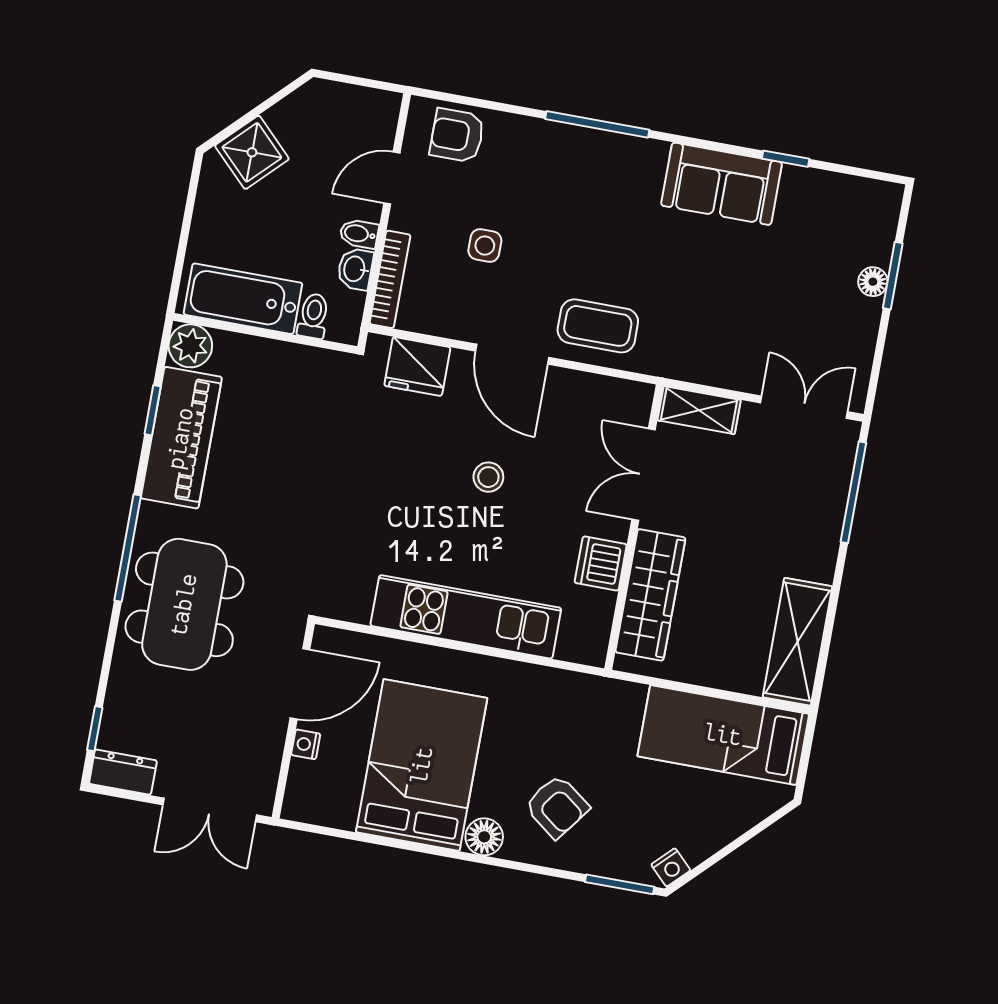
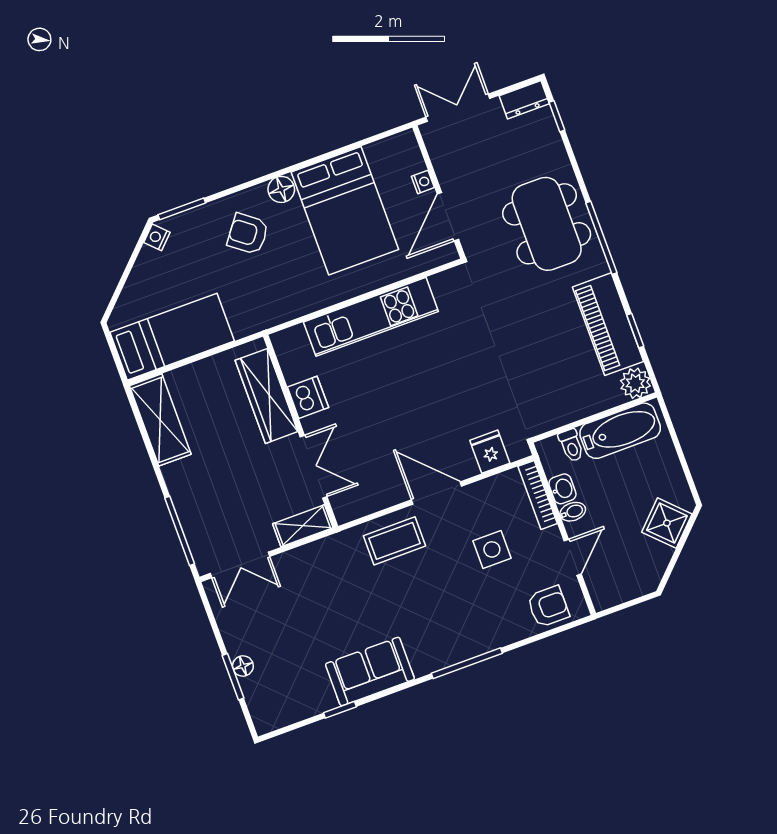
side table: (485, 246) -> (492, 549), width x1.37, depth x1.37
fridge: (417, 367) -> (490, 452), width x0.72
stool: (488, 477) -> (407, 410), removed

